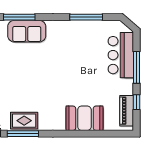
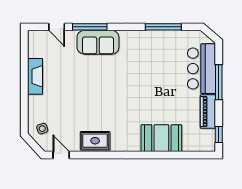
window: (136, 102) -> (219, 134), moved
piano: (127, 111) -> (208, 112), moved
window: (23, 134) -> (94, 155), removed

